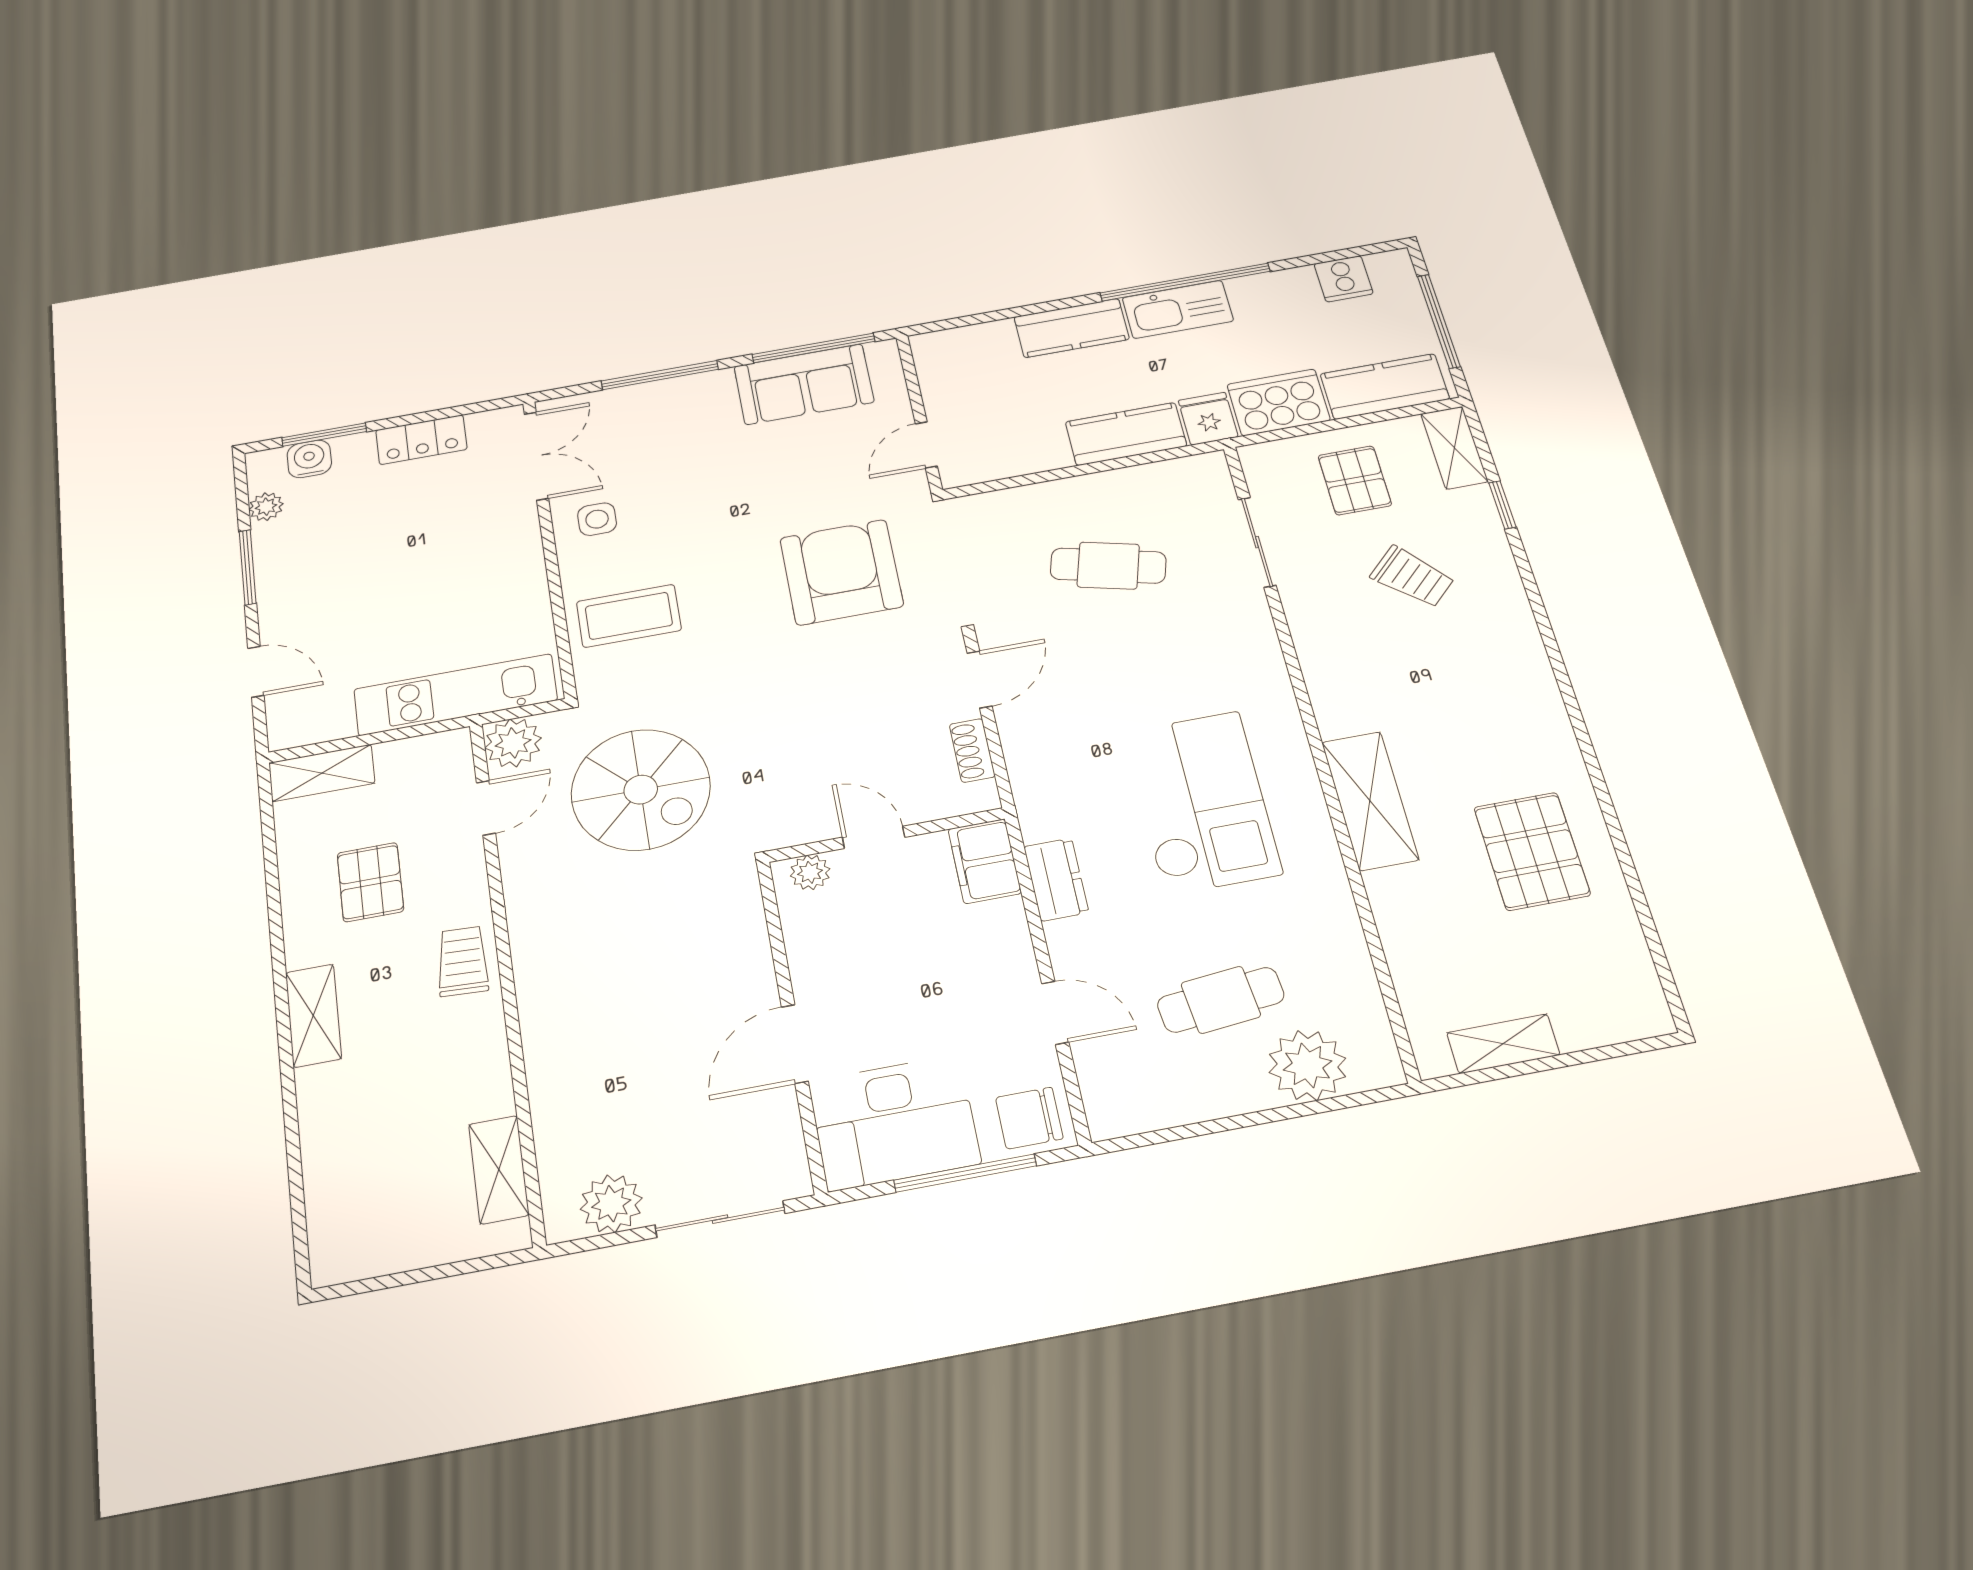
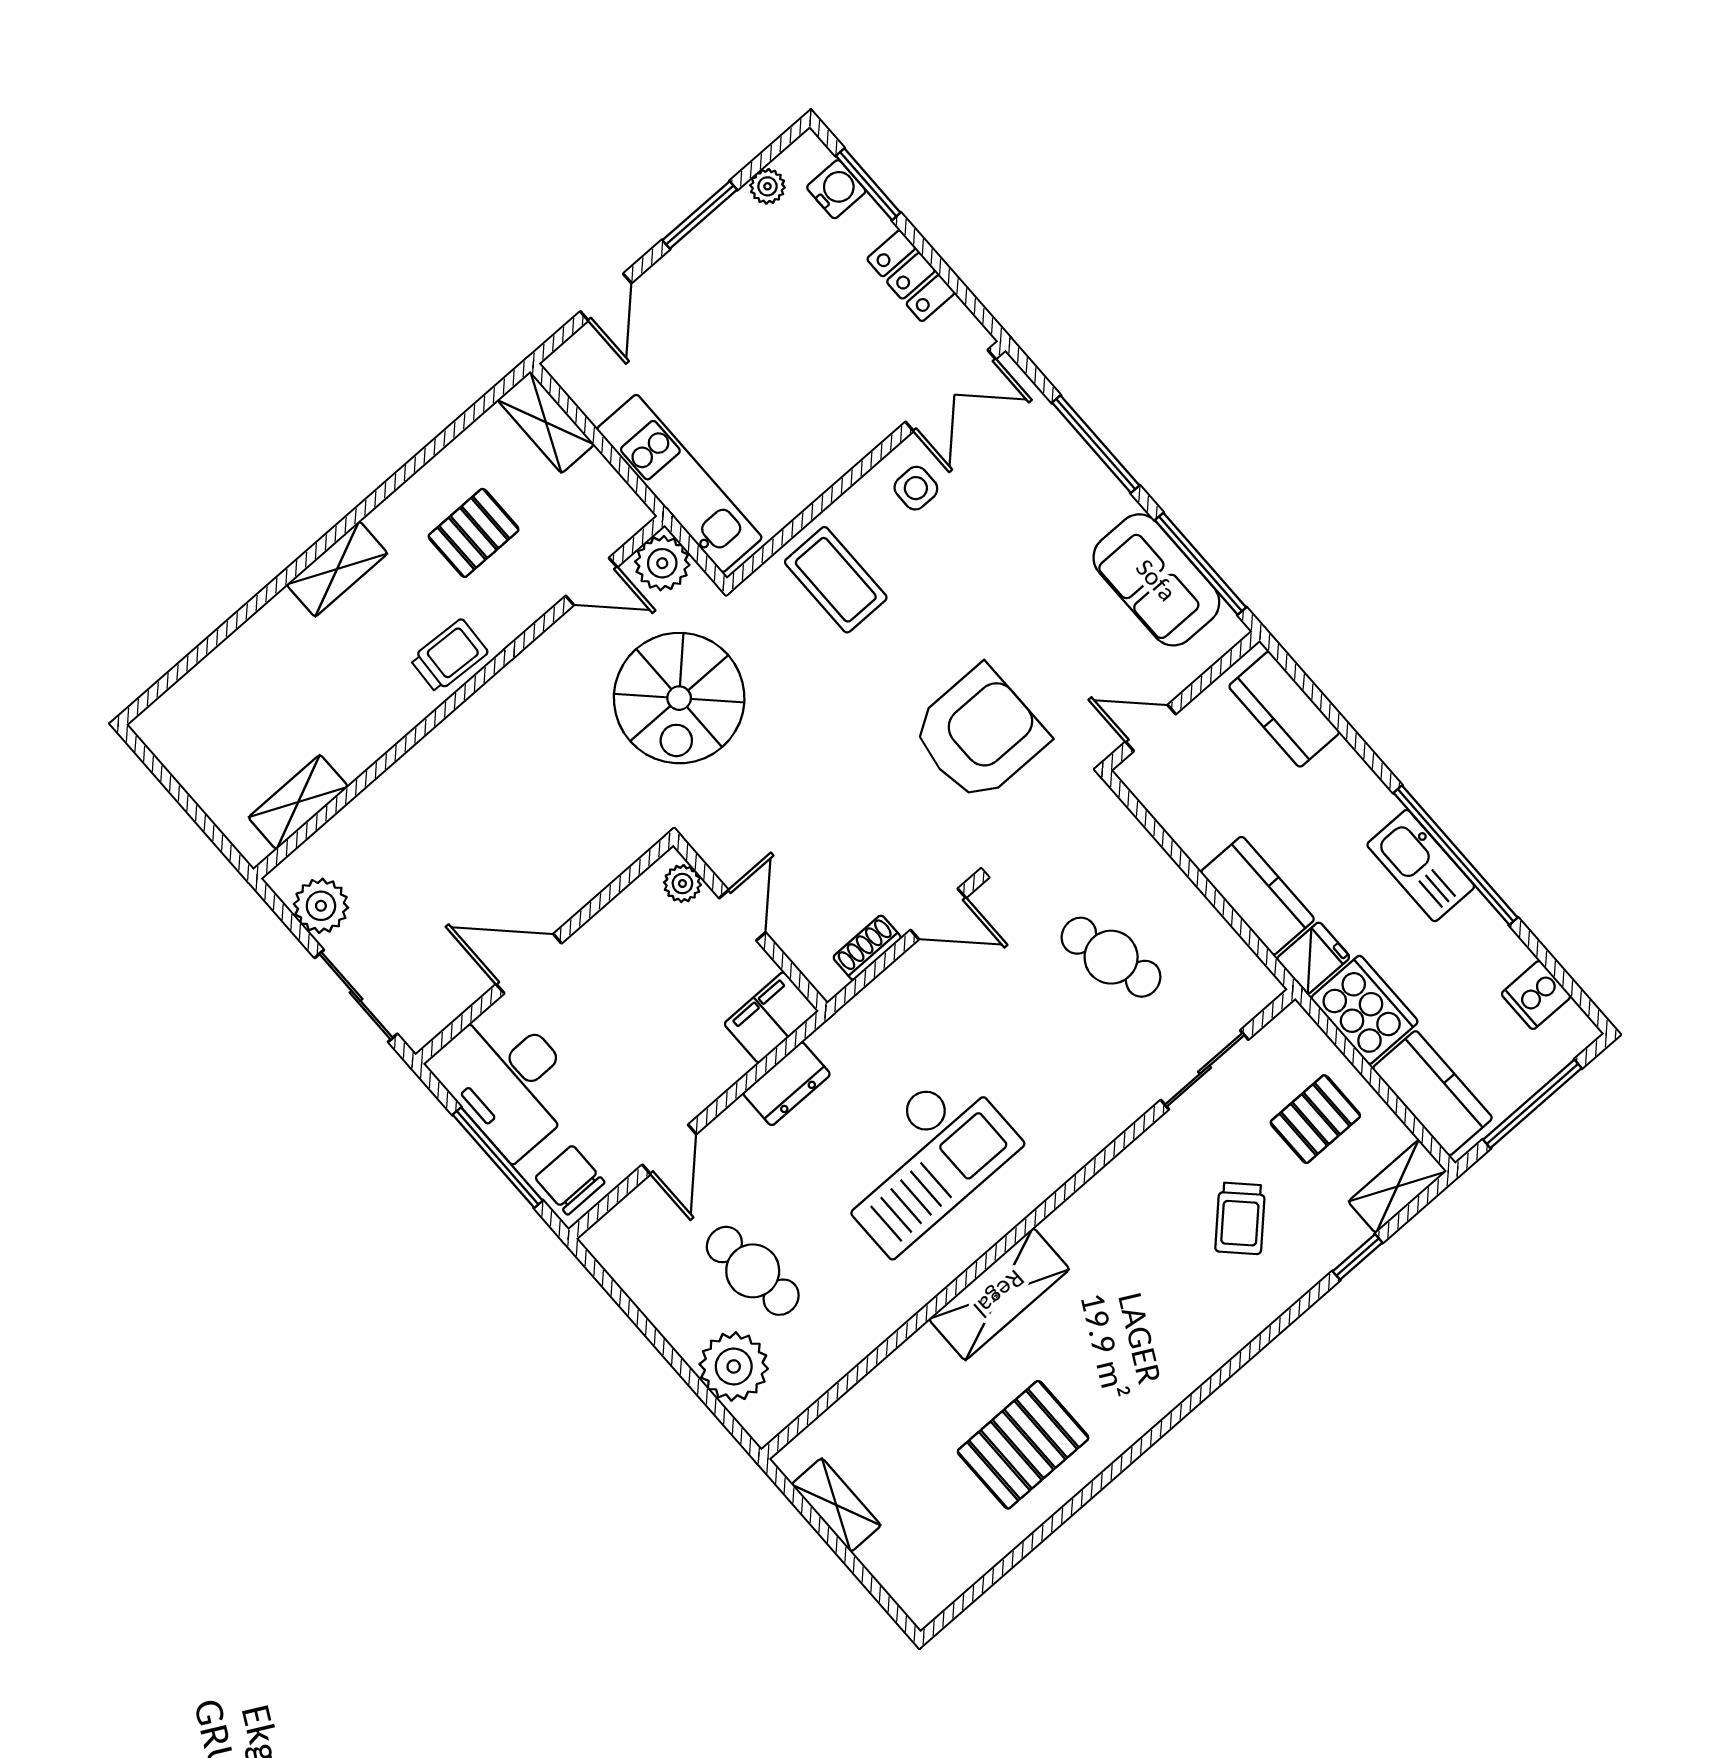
kitchen counter: (1072, 328) -> (1284, 709), moved
cafe table: (1108, 566) -> (1111, 957), turned -30

